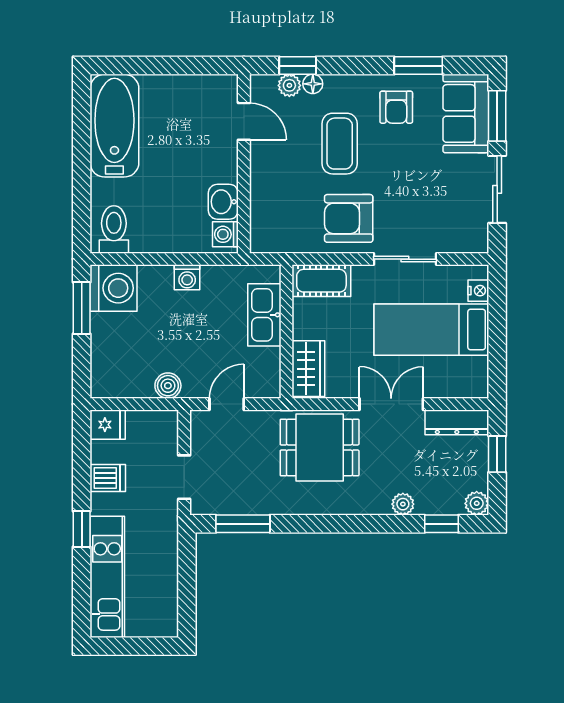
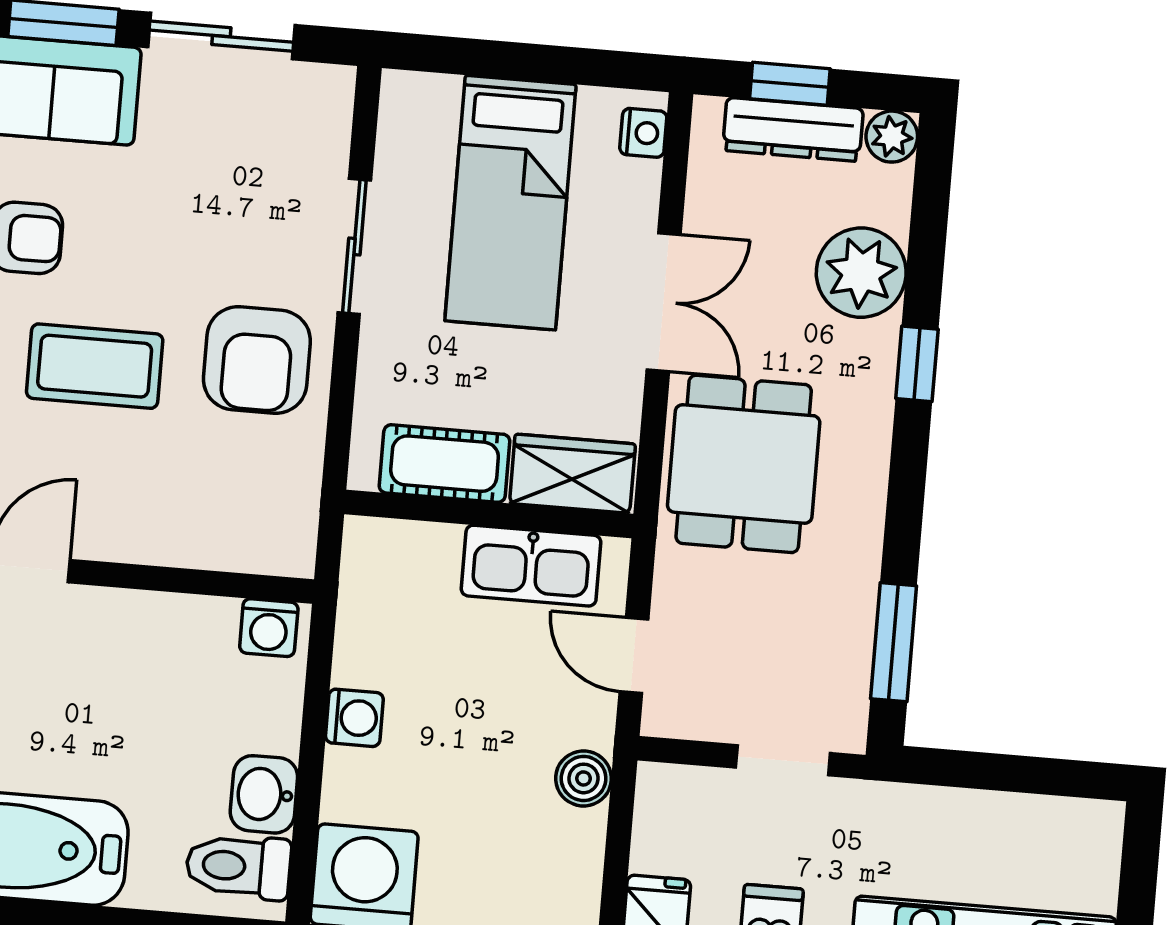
washbasin: (223, 202) -> (264, 794), moved, turned 90
cot: (321, 281) -> (445, 464), moved, turned 90
nightstand: (478, 291) -> (643, 133), moved, turned 90
kitchen sink: (264, 315) -> (531, 566), moved
double door: (391, 404) -> (664, 302), swing flipped
dresser: (457, 422) -> (793, 129), moved, turned 90
plant: (403, 504) -> (861, 273), width x1.87, depth x1.87
window: (442, 524) -> (917, 364), moved

